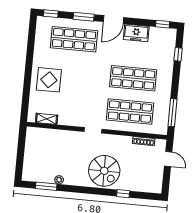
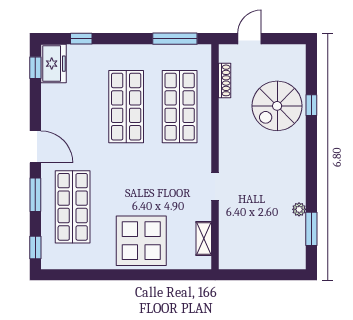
freezer: (136, 33) -> (53, 64), moved
display table: (49, 80) -> (141, 241), width x1.36, depth x1.36
doorway: (93, 130) -> (215, 187), moved
spiral stairs: (104, 171) -> (277, 106), moved, turned 180

